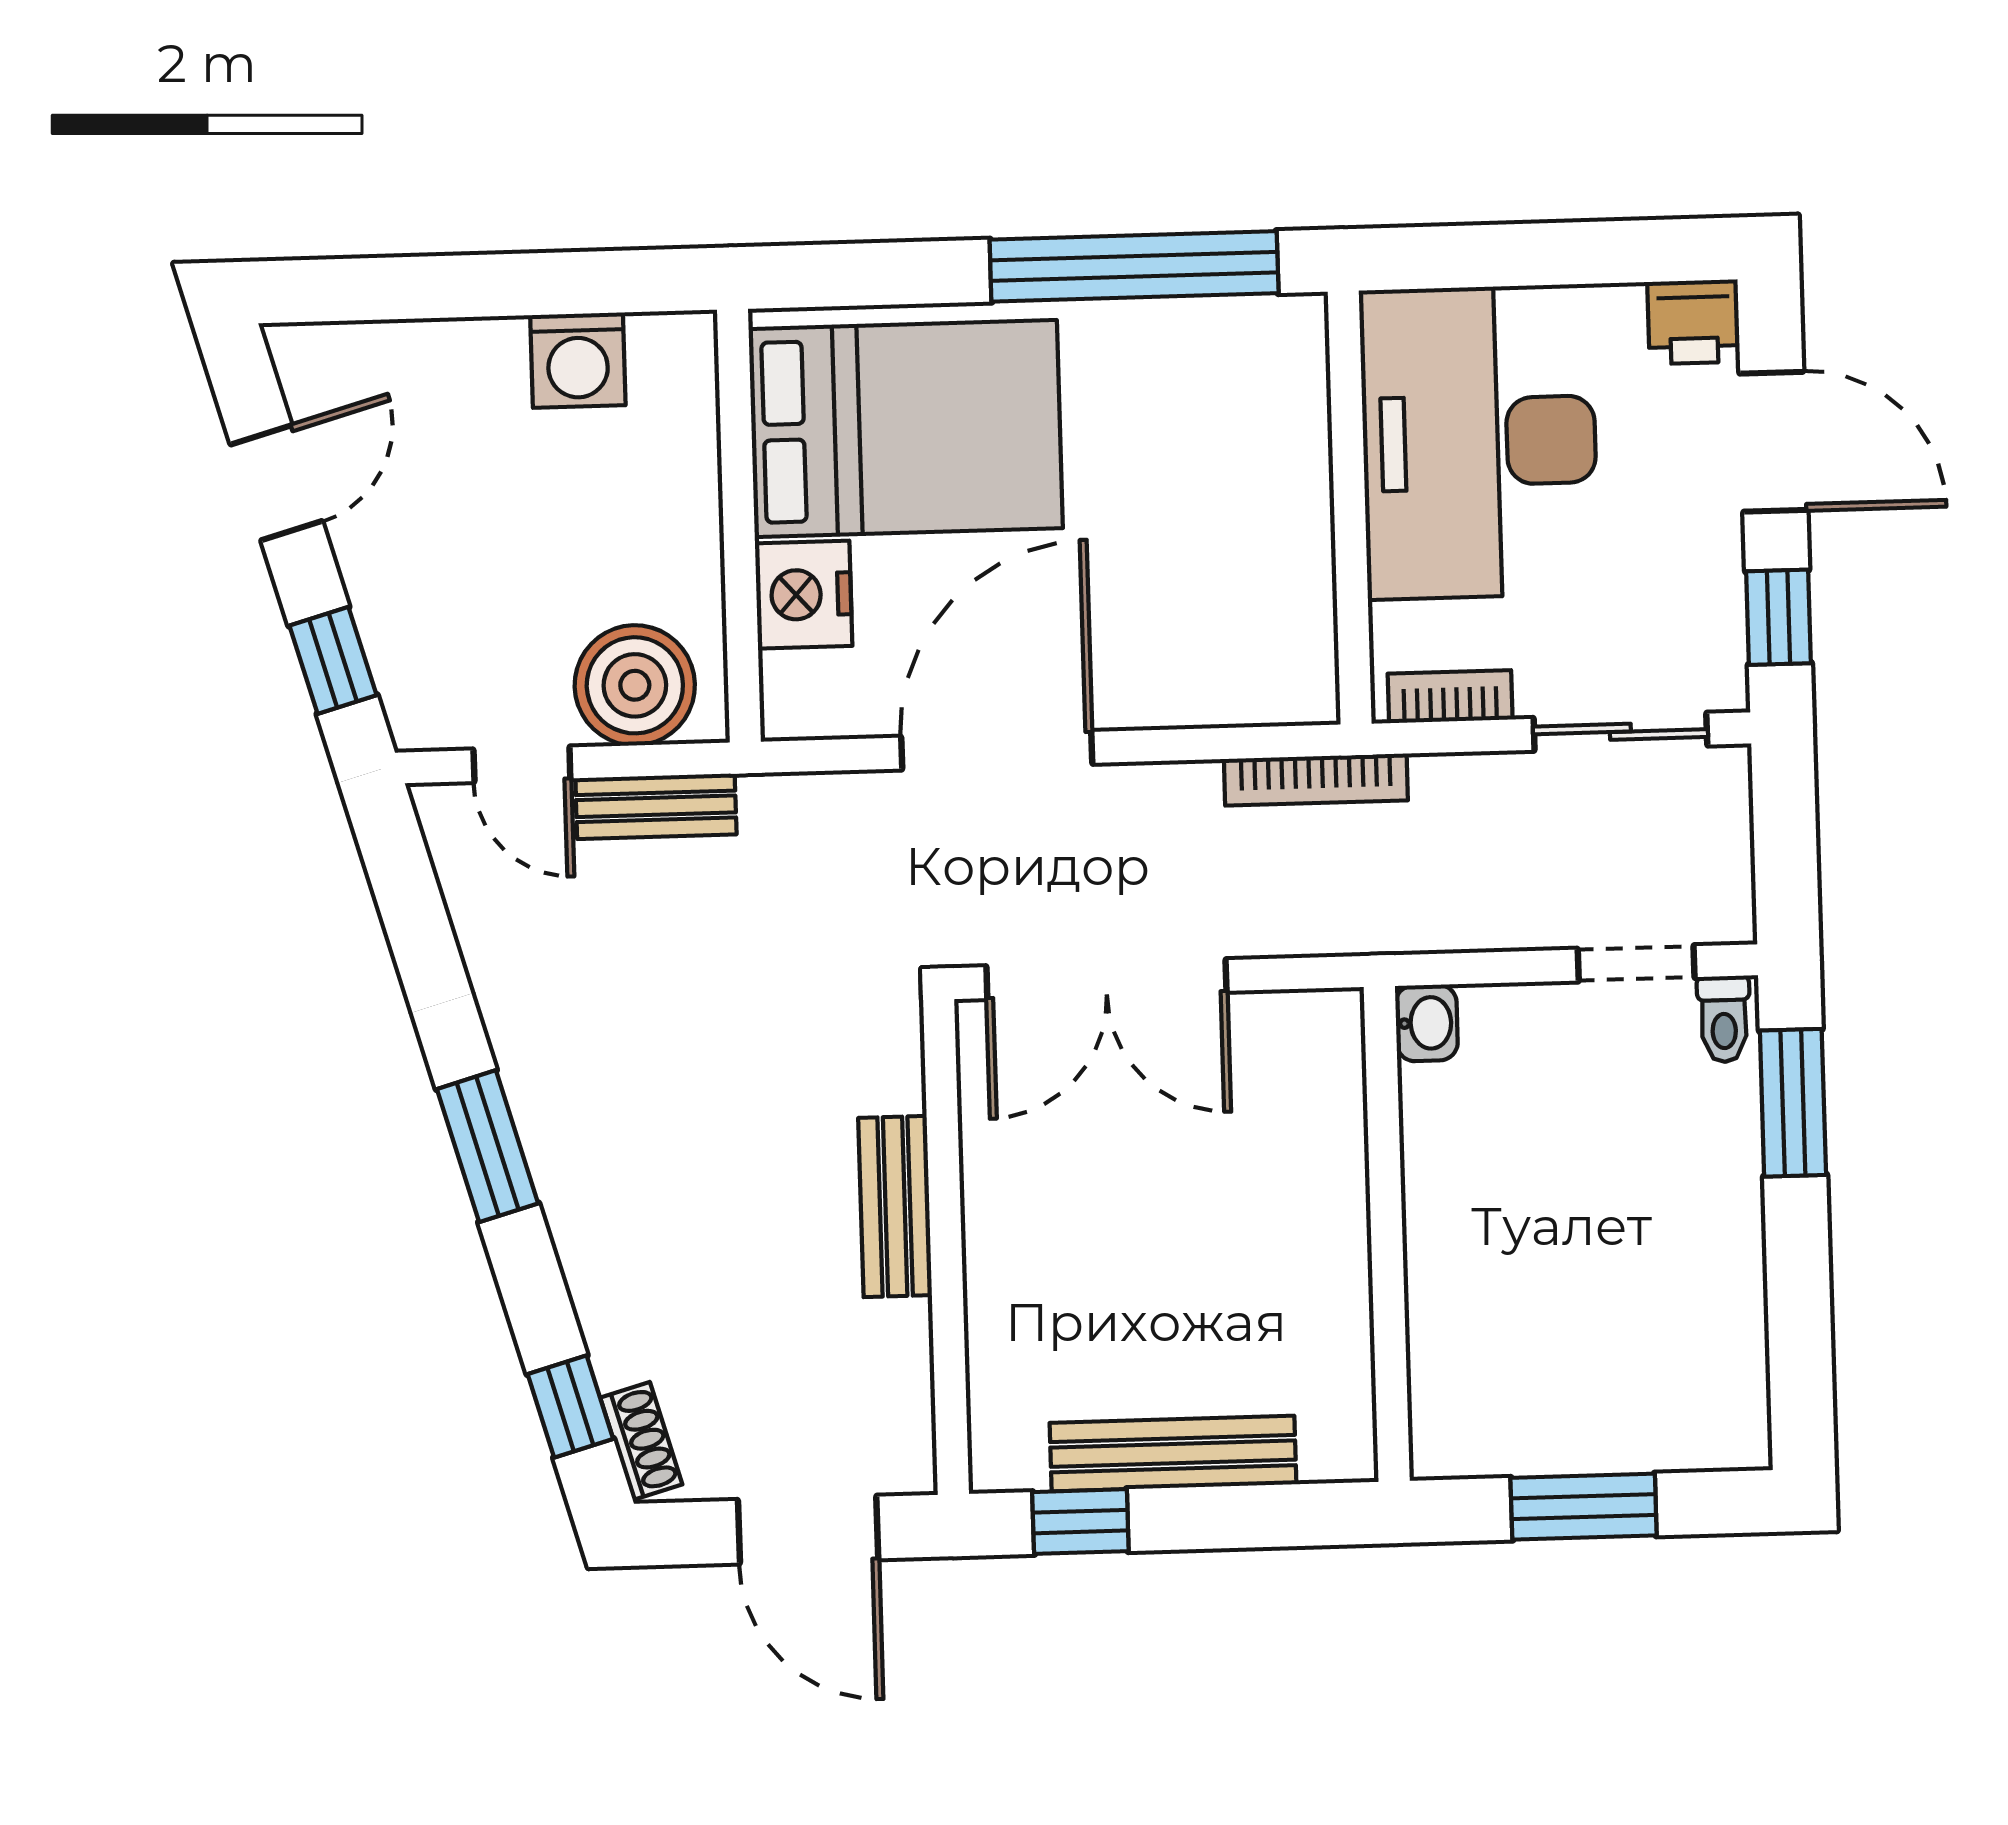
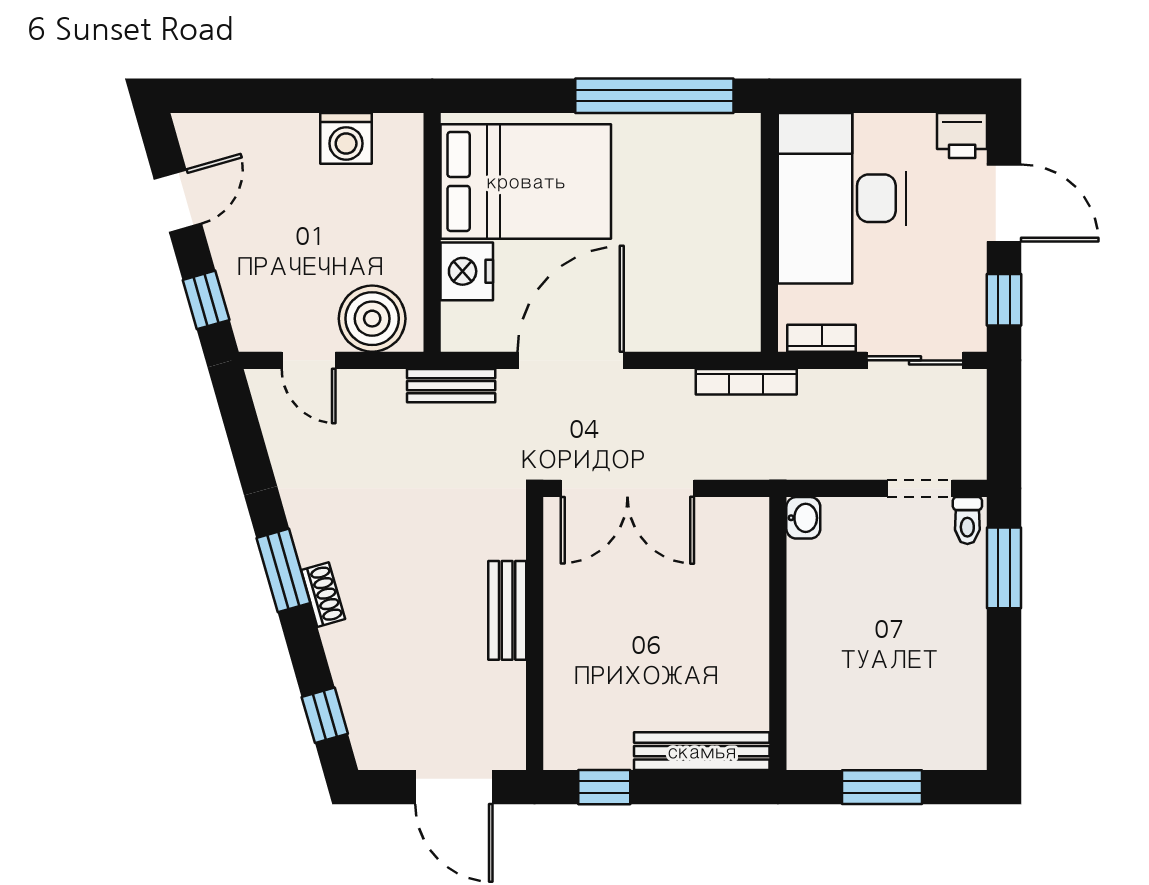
bench: (656, 806) -> (451, 386), moved
shoe rack: (641, 1441) -> (323, 595), moved
bench: (1173, 1454) -> (702, 751), moved

